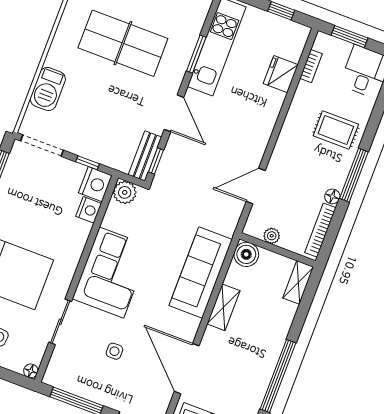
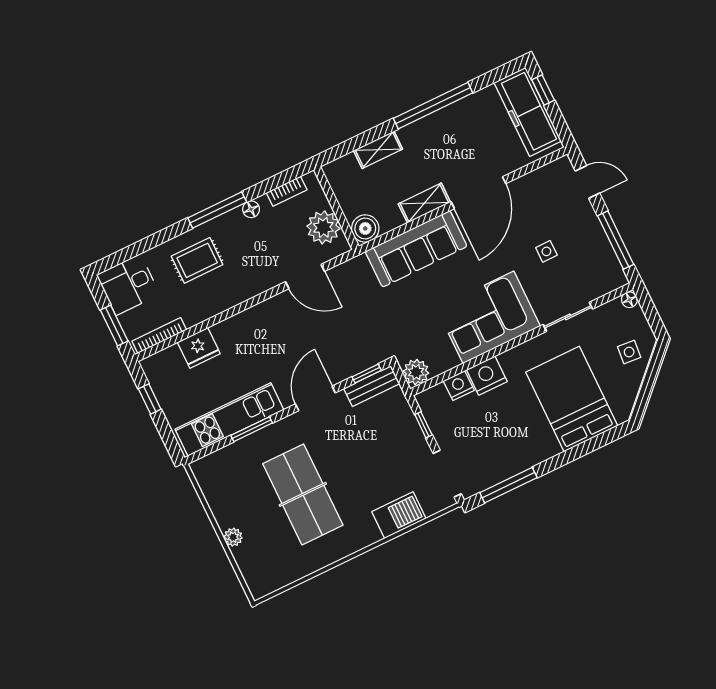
bookcase: (311, 66) -> (159, 336), width x1.56
rug: (336, 130) -> (197, 260), turned 90
nightstand: (95, 184) -> (487, 376), moved
bookcase: (320, 230) -> (287, 191), width x0.64
plant: (272, 236) -> (323, 227), width x1.88, depth x1.88
shelving: (298, 282) -> (378, 150), moved
door: (187, 369) -> (478, 193), moved

